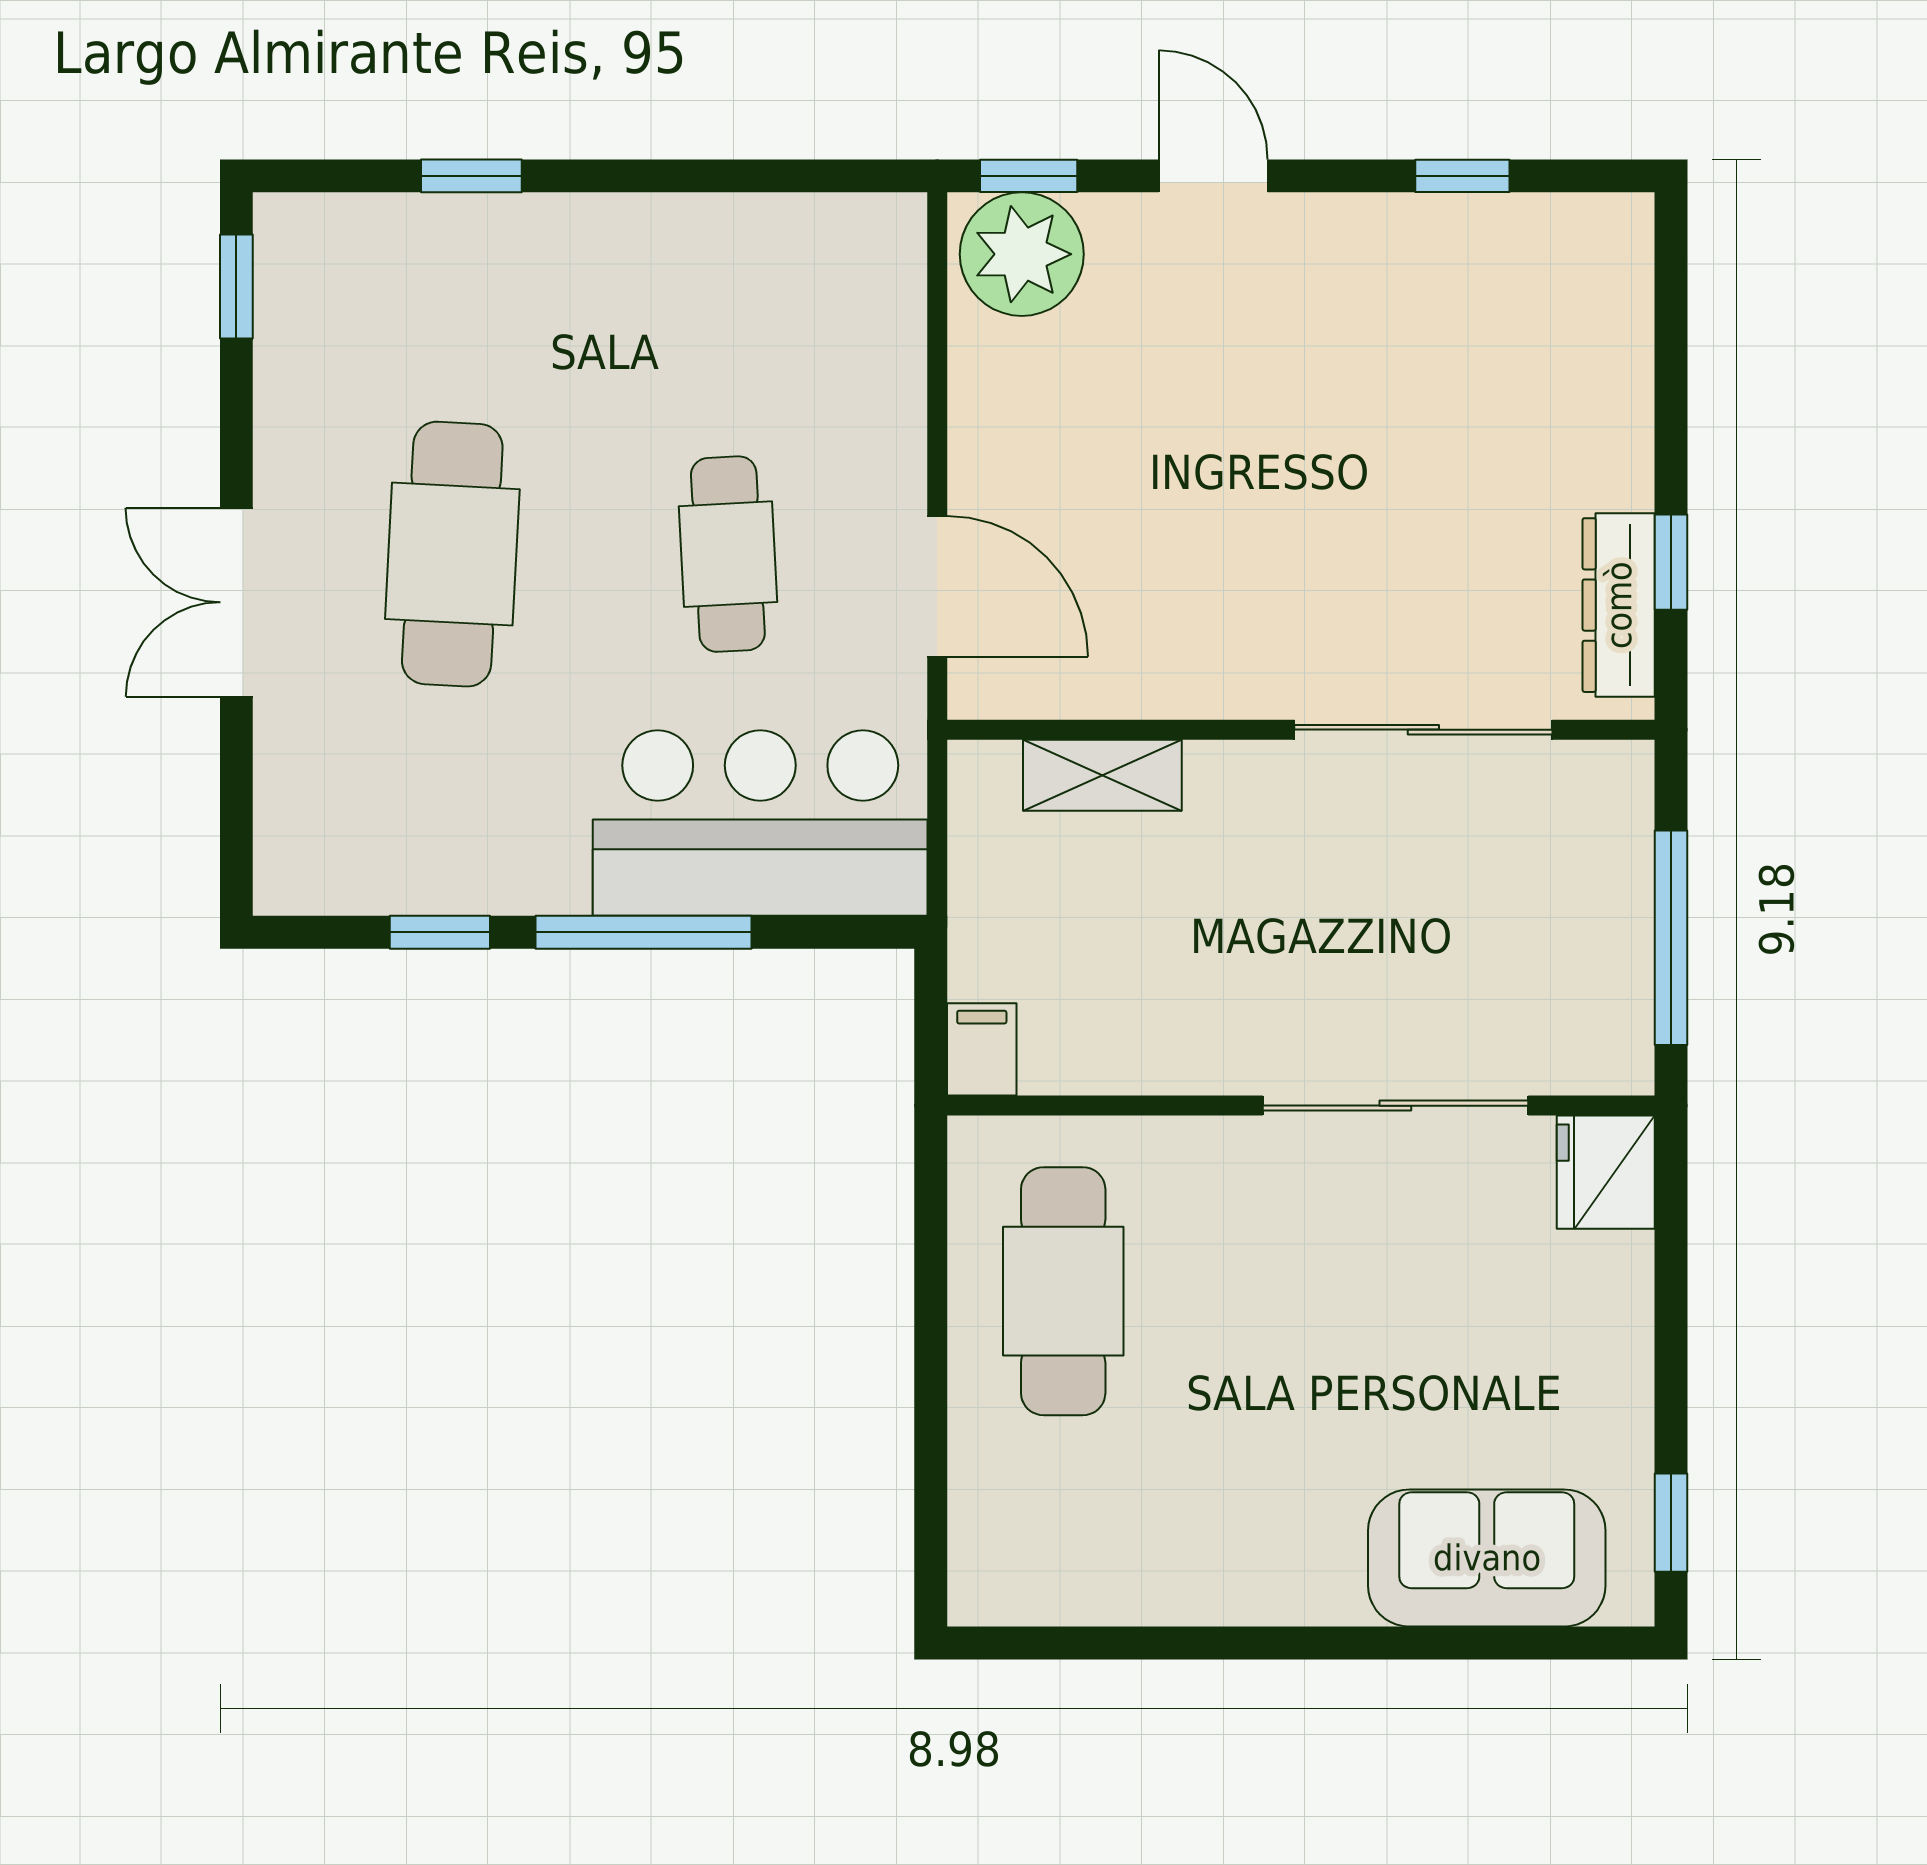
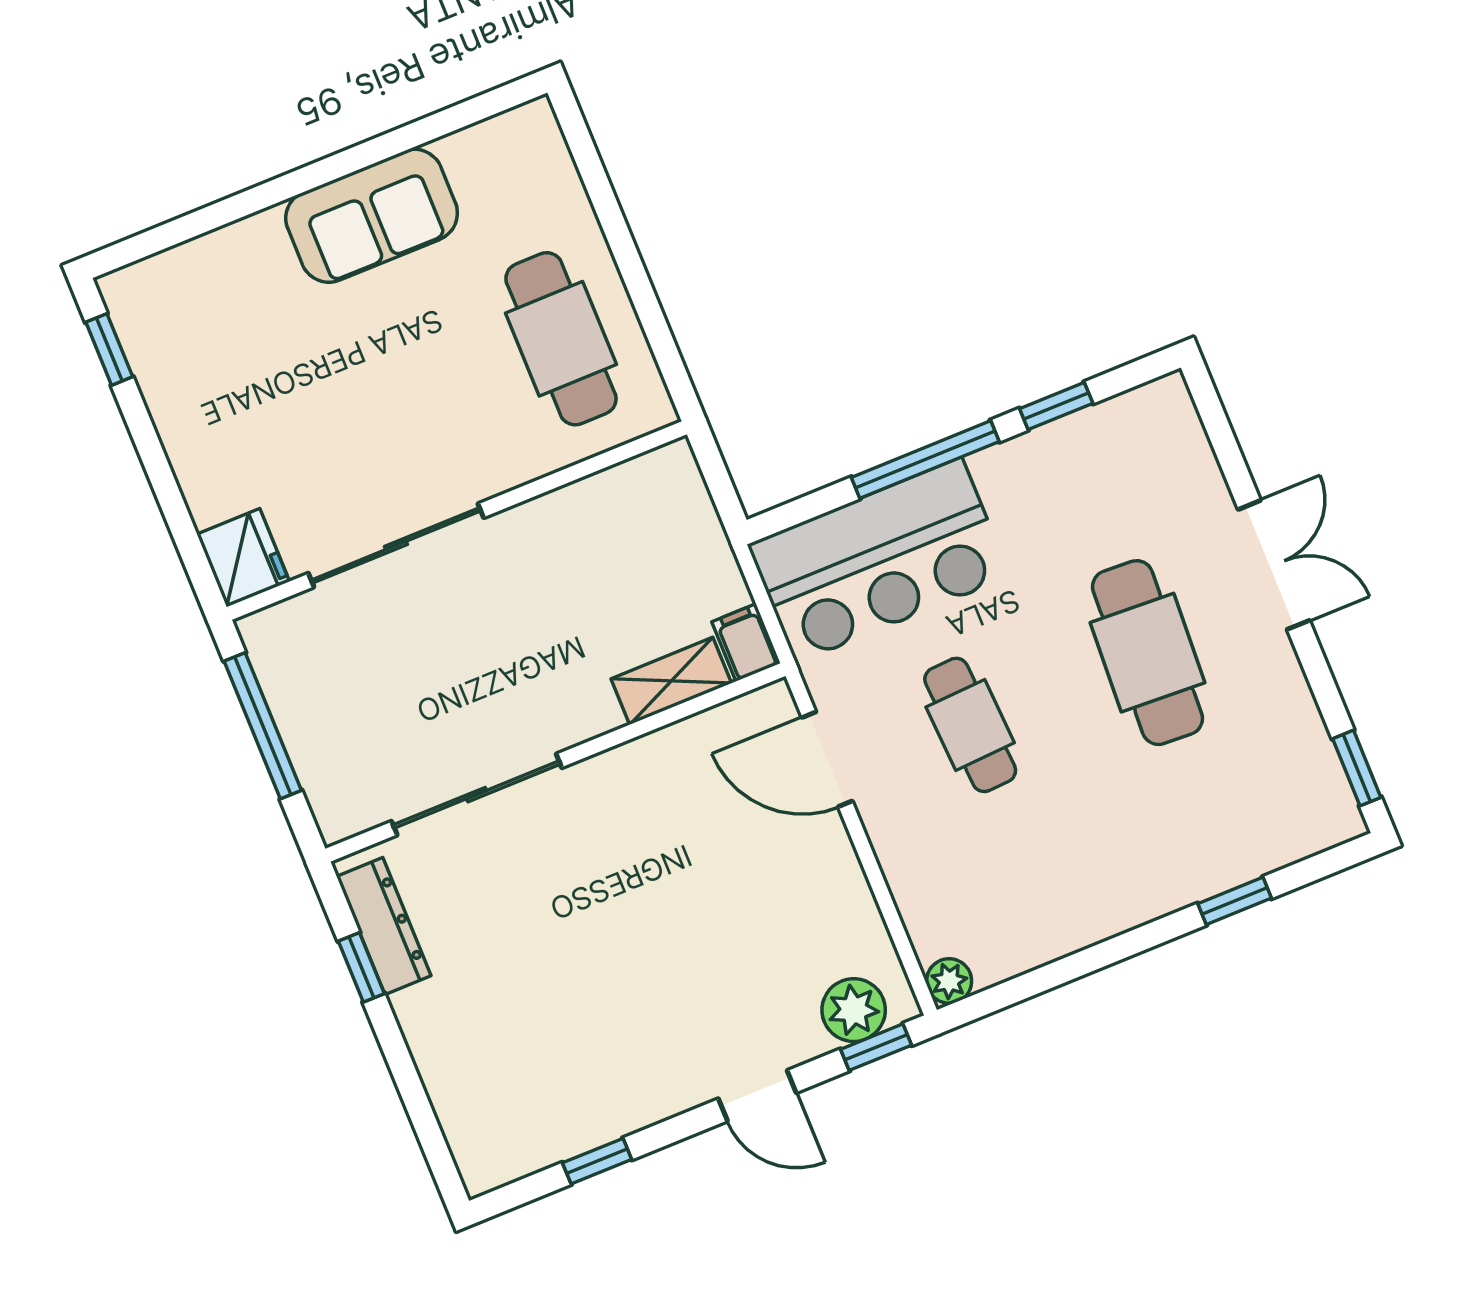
plant: (895, 224) -> (949, 981), added
plant: (1022, 254) -> (854, 1010), width x0.73, depth x0.73
filing cabinet: (982, 1049) -> (746, 643), moved, turned 180
sofa: (1487, 1558) -> (372, 216), moved

